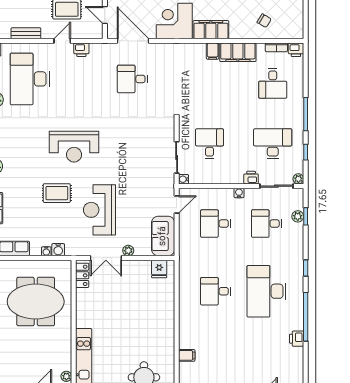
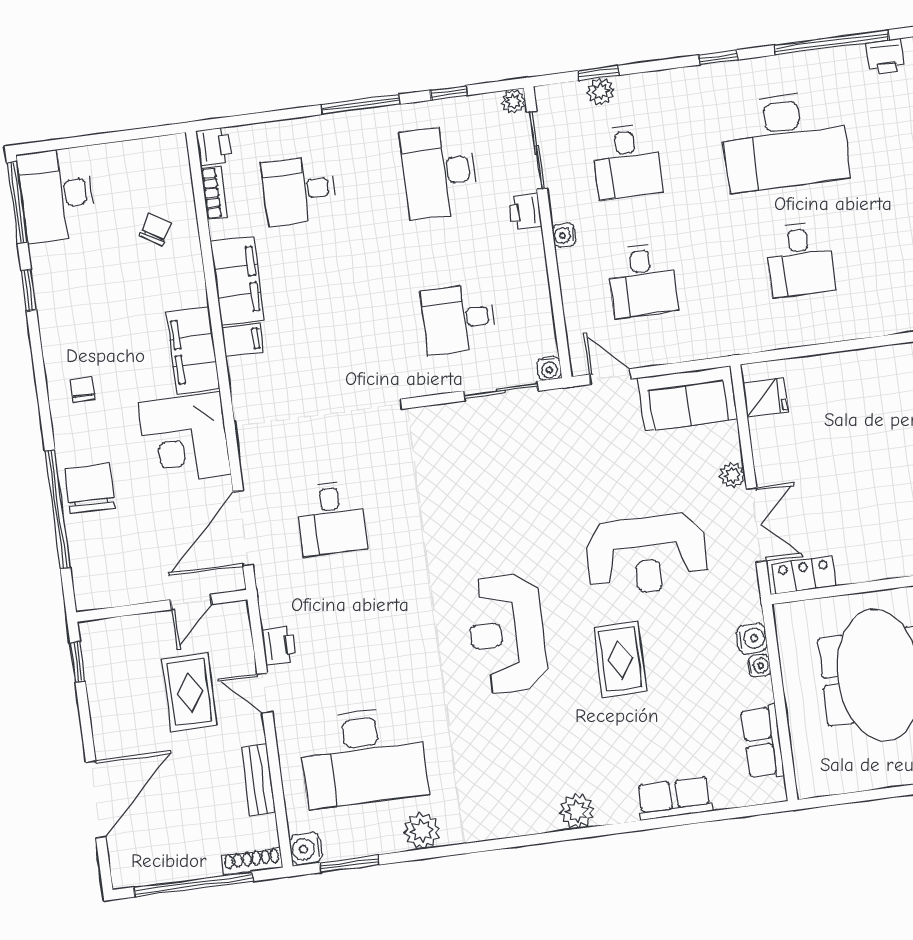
desk: (273, 83) -> (299, 190), turned 180
reception desk: (74, 147) -> (507, 633), turned 180

